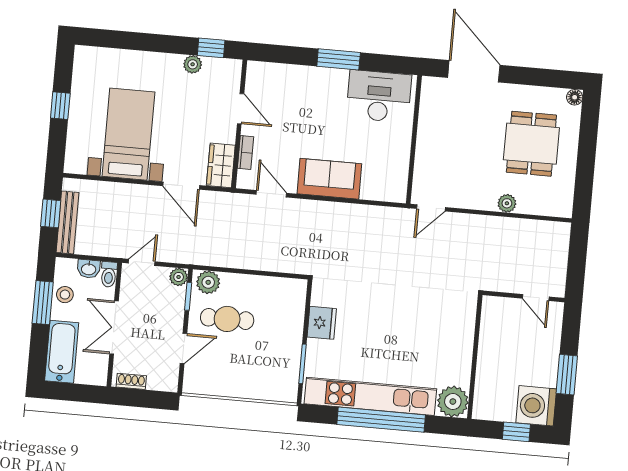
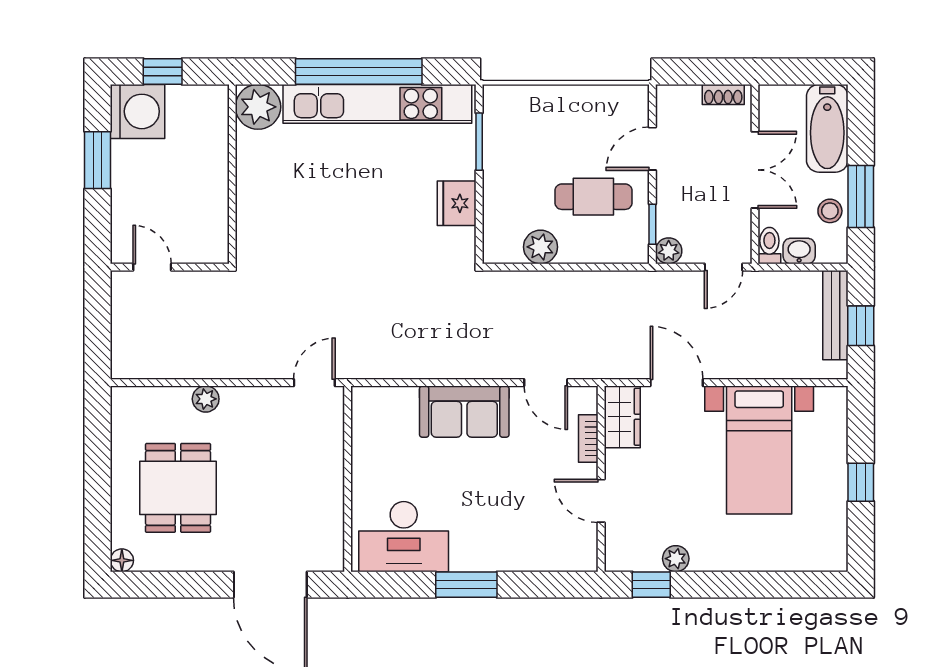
plant: (208, 282) -> (540, 247), moved

